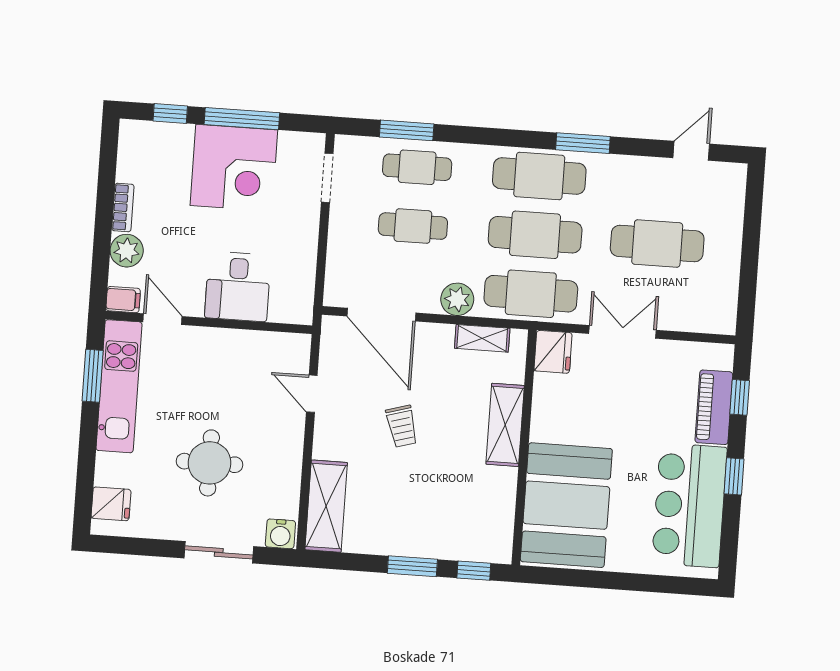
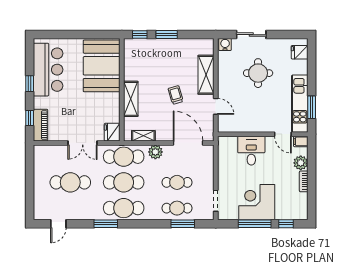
piano: (714, 407) -> (41, 125), moved
shelving: (326, 506) -> (206, 75), moved

